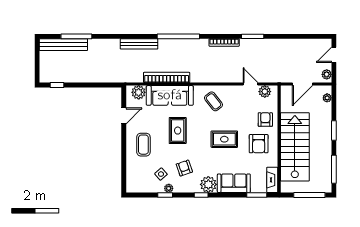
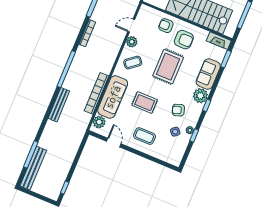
plant: (265, 92) -> (132, 42), moved
rug: (224, 139) -> (168, 67), width x1.36, depth x1.43

